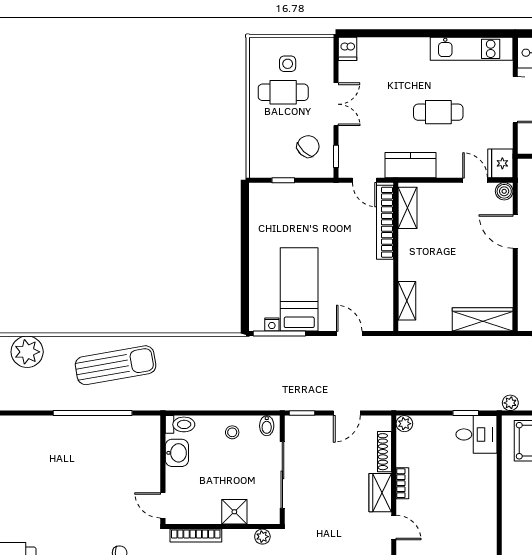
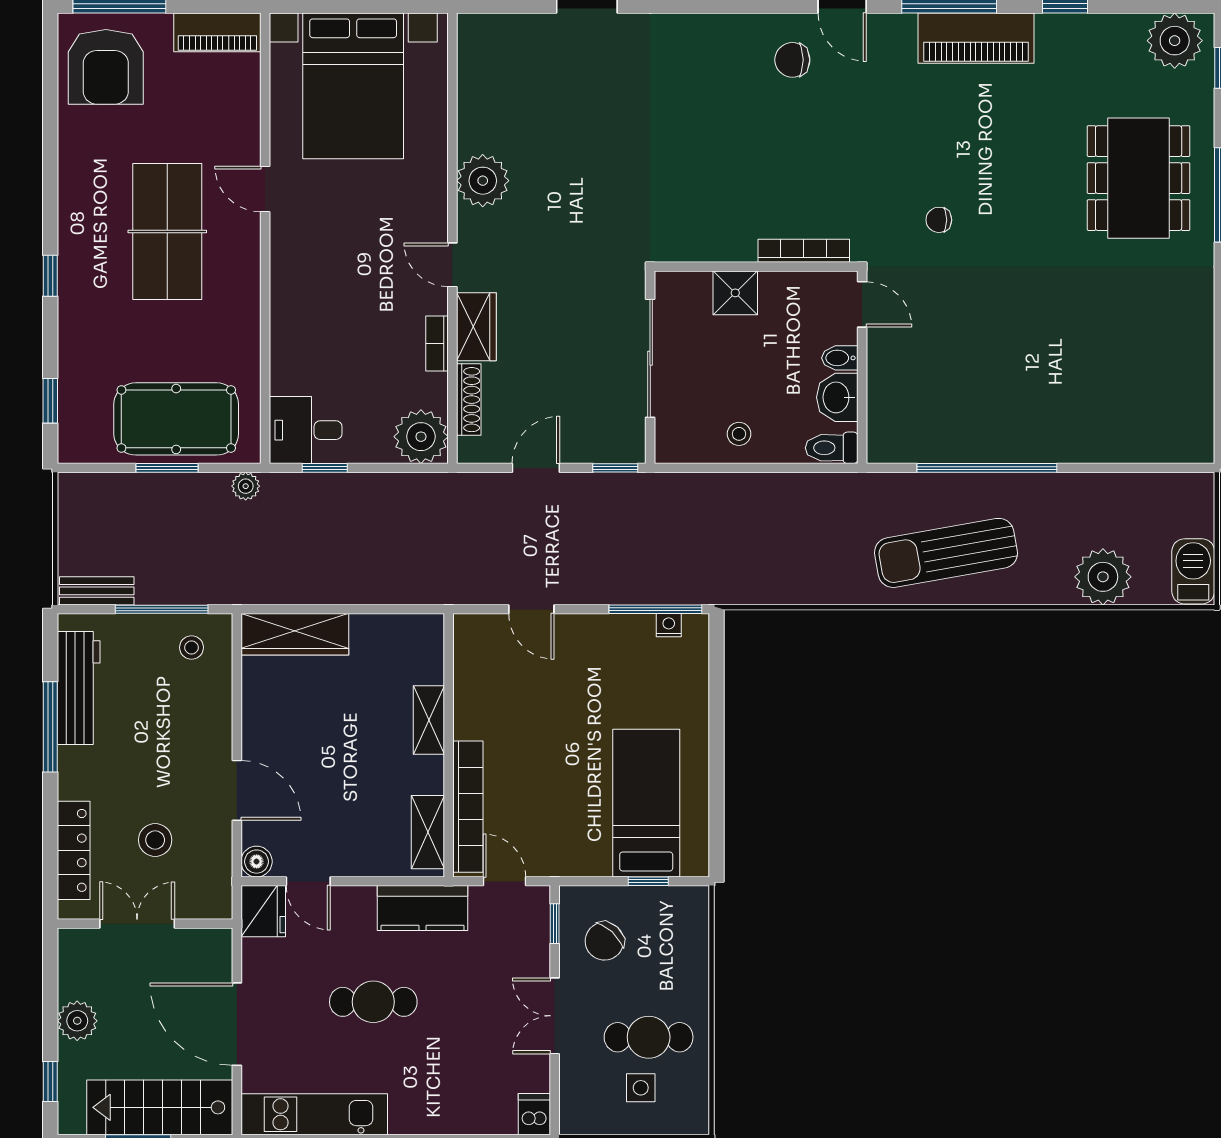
bed: (299, 289) -> (646, 803), moved, turned 180
shelving: (407, 301) -> (429, 720), moved
plant: (404, 424) -> (421, 437), width x1.88, depth x1.88
bidet: (267, 426) -> (840, 358), moved, turned -90
plant: (262, 537) -> (685, 249), removed

